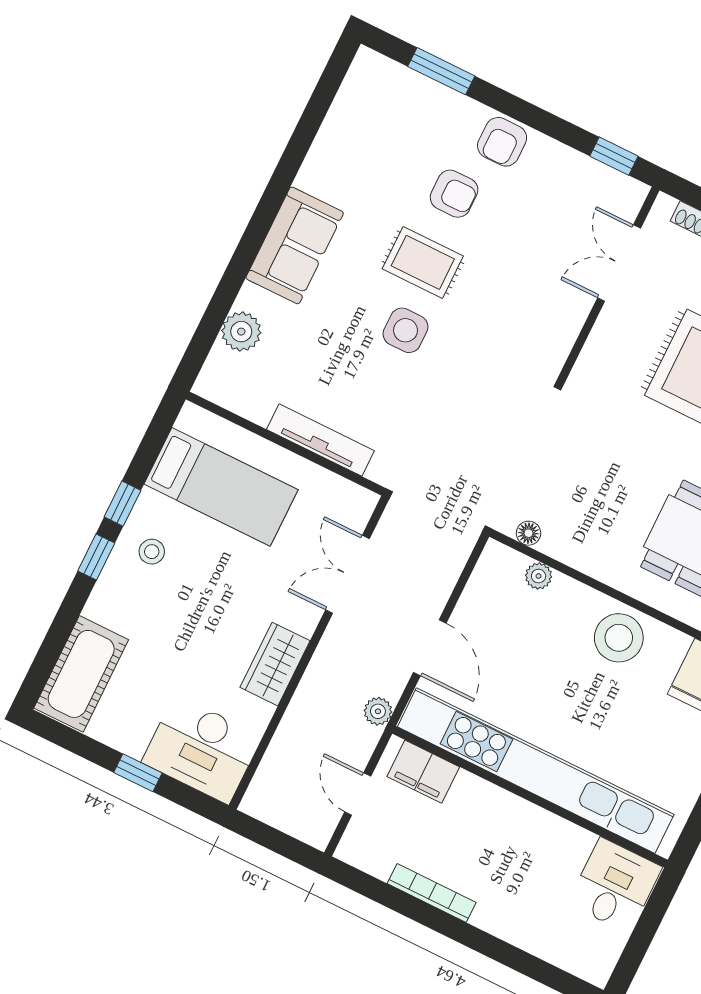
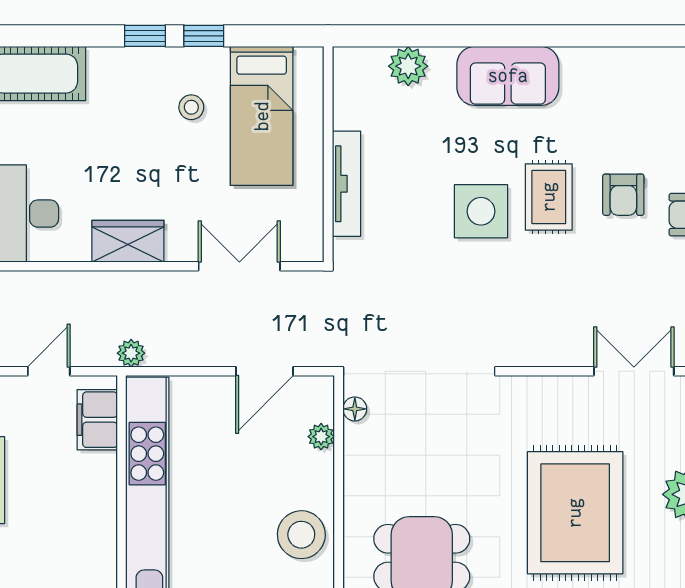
side table: (405, 330) -> (481, 211), width x1.37, depth x1.37
stool: (152, 552) -> (191, 107), moved
door: (430, 648) -> (264, 371), moved

